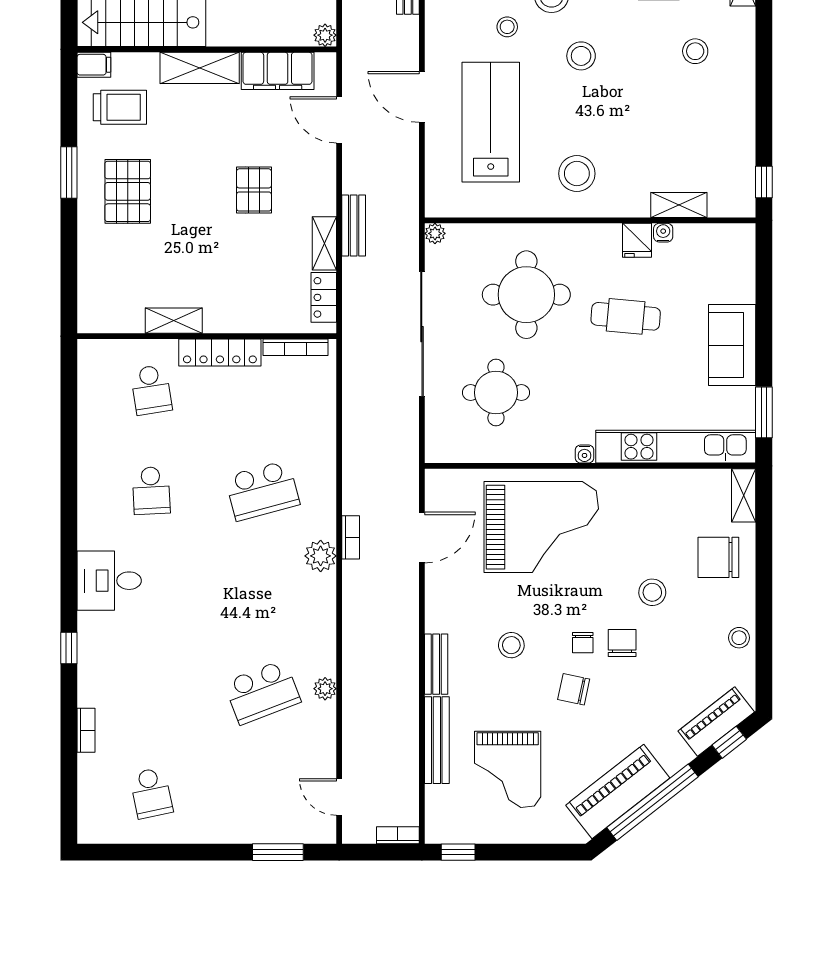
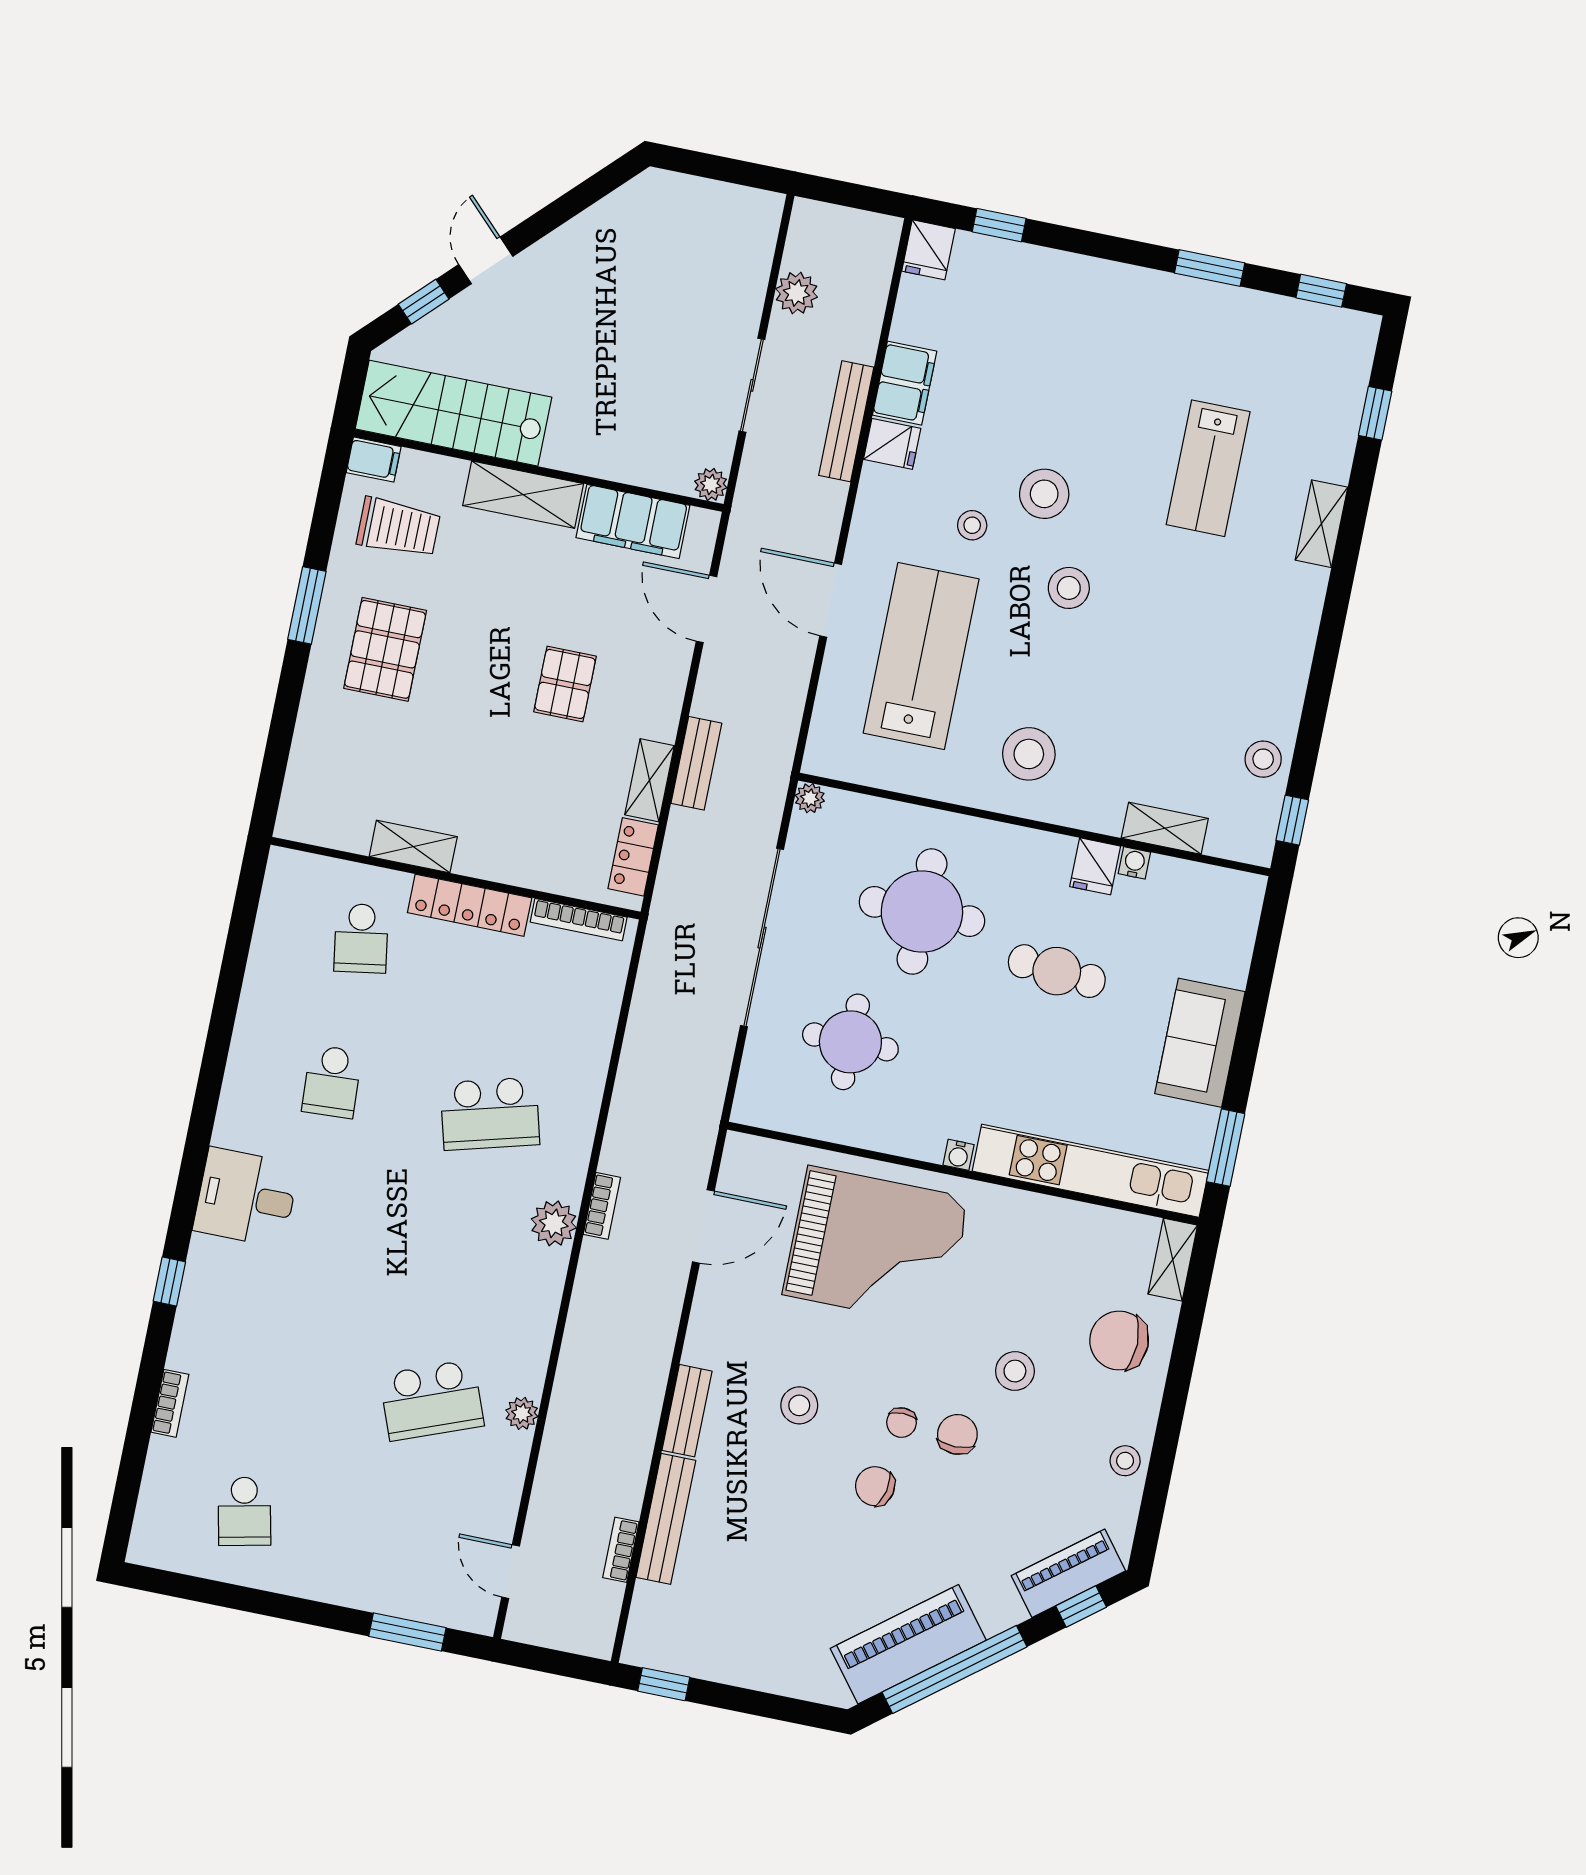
stool: (695, 51) -> (1263, 759), moved
grand piano: (508, 769) -> (758, 1581), removed
bookcase: (398, 835) -> (621, 1550), moved, turned -90

